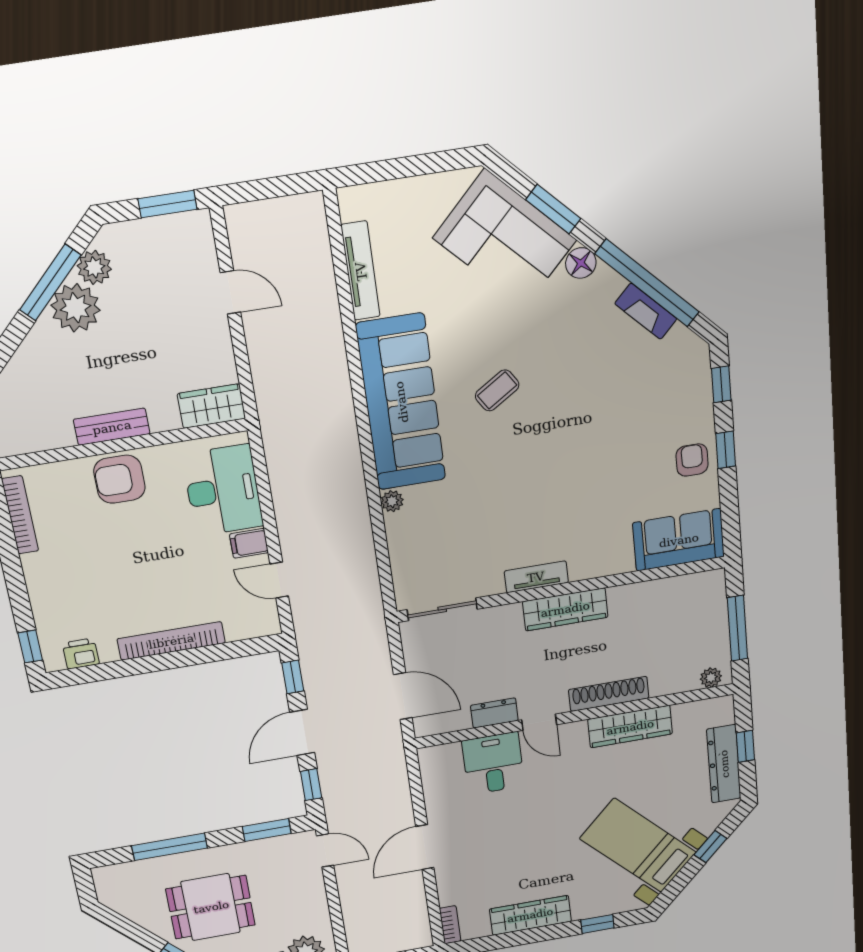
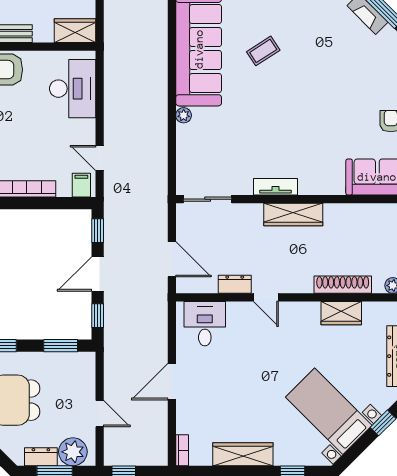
filing cabinet: (249, 543) -> (81, 185), moved, turned 90
shoe rack: (609, 694) -> (343, 285), moved
wardrobe: (630, 727) -> (341, 313), width x0.67
desk: (493, 763) -> (205, 324), moved
door: (325, 850) -> (100, 414), moved

